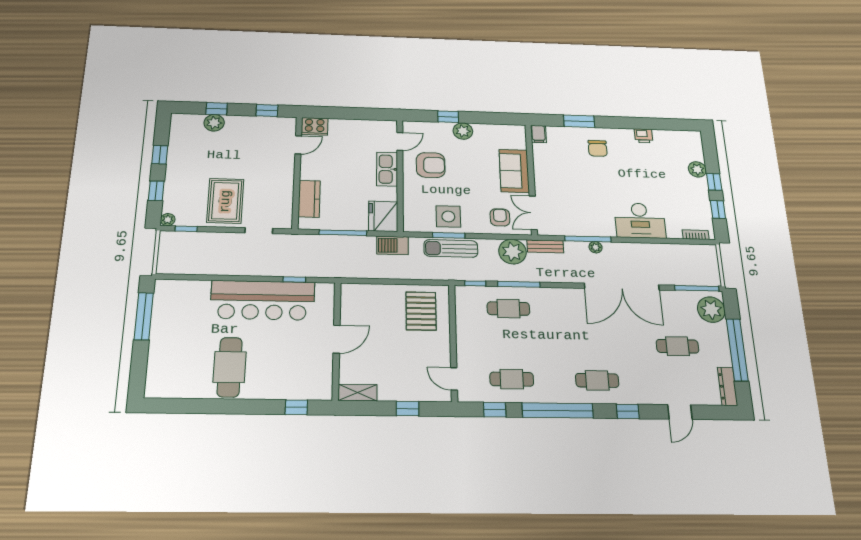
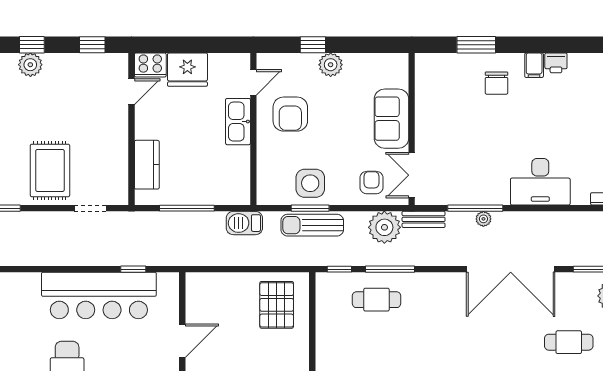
filing cabinet: (538, 134) -> (534, 65), moved
armchair: (431, 165) -> (290, 114), turned 90
fridge: (383, 216) -> (187, 70), moved, turned -90

